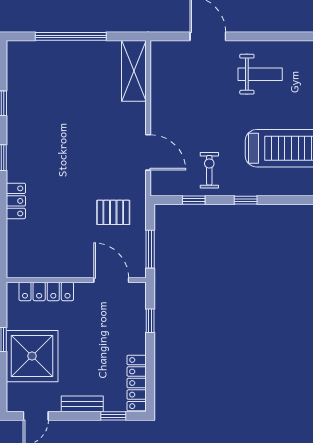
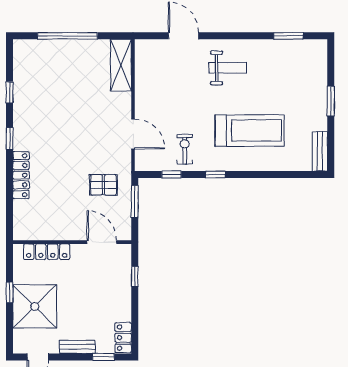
locker: (16, 201) -> (21, 175), width x1.53
window: (150, 249) -> (135, 202), moved
locker: (137, 383) -> (123, 338), width x0.66

